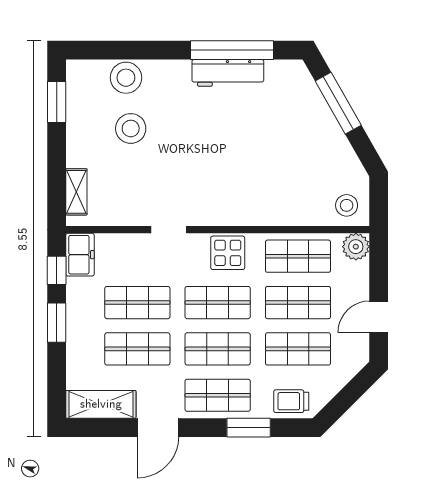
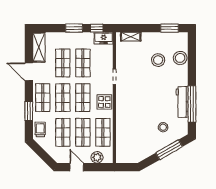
stool: (347, 205) -> (163, 127), moved
plant: (356, 247) -> (97, 157), moved

